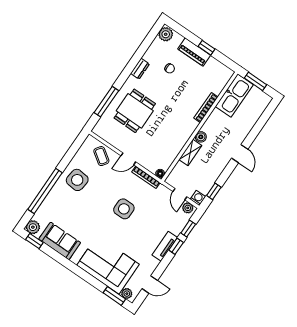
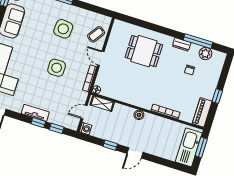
plant: (166, 34) -> (205, 54), moved
piano: (194, 52) -> (202, 112), moved
kitchen sink: (234, 96) -> (189, 147), moved, turned 90
window: (106, 102) -> (198, 41), moved
shelving: (190, 152) -> (102, 104), moved
side table: (77, 180) -> (63, 29), moved
window: (214, 191) -> (110, 145), moved
plant: (188, 208) -> (74, 122), removed

